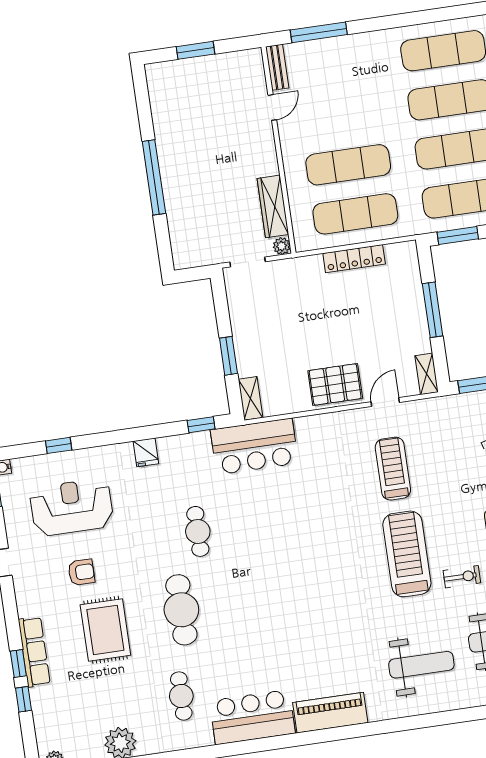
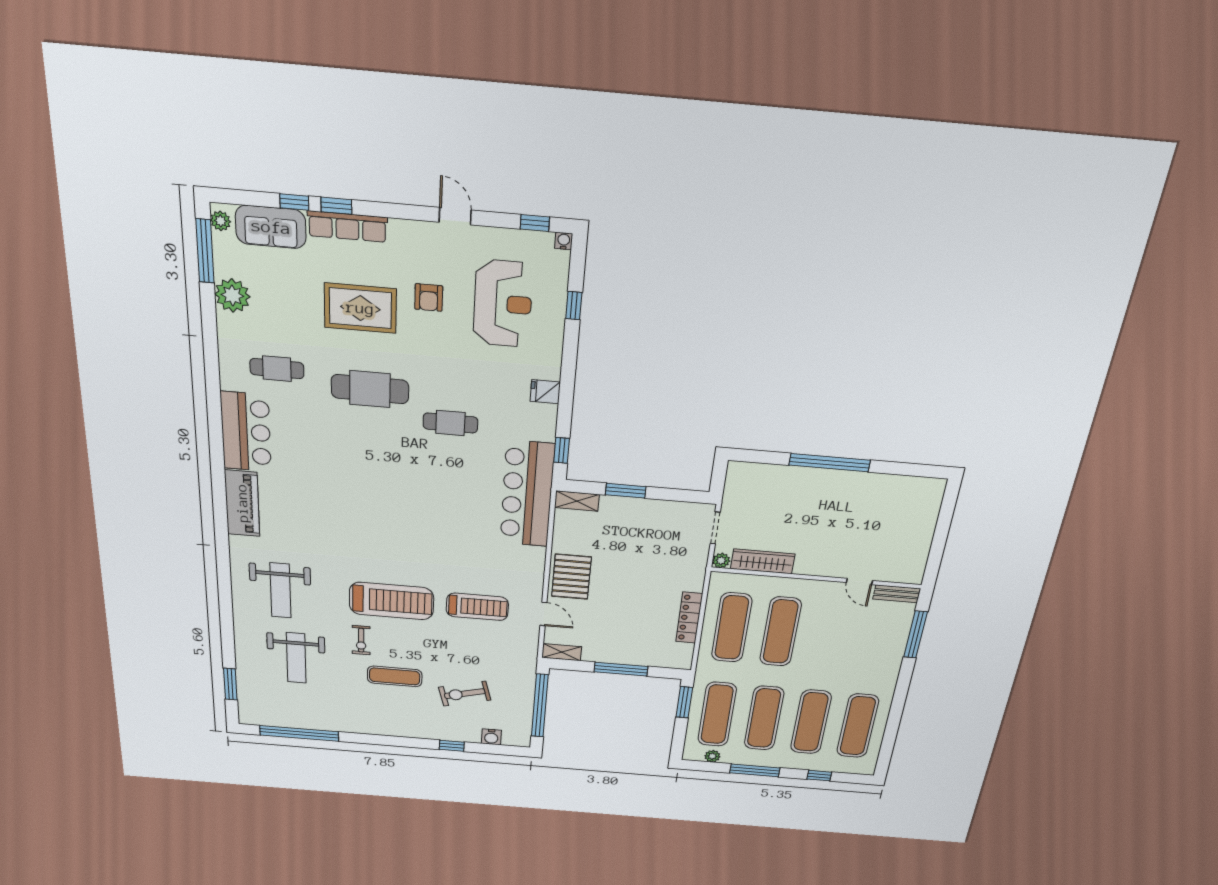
window: (195, 50) -> (942, 528), removed
bar counter: (254, 446) -> (527, 494), width x1.36
sofa: (50, 717) -> (271, 227), added

